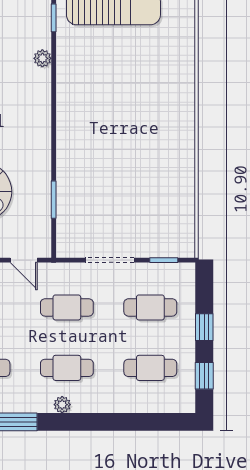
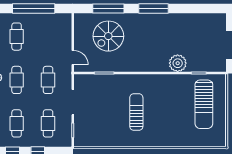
plant: (42, 58) -> (178, 63), width x1.88, depth x1.88
sun lounger: (128, 138) -> (136, 112), added
door: (24, 260) -> (73, 58), swing flipped

